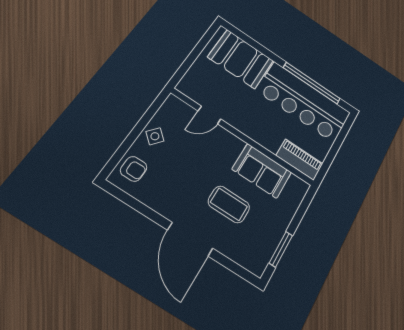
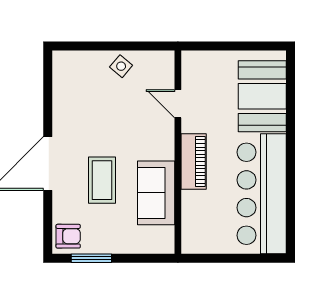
window: (312, 83) -> (291, 190), removed
piano: (300, 160) -> (194, 162), moved
armchair: (134, 169) -> (68, 236), moved, turned -90

